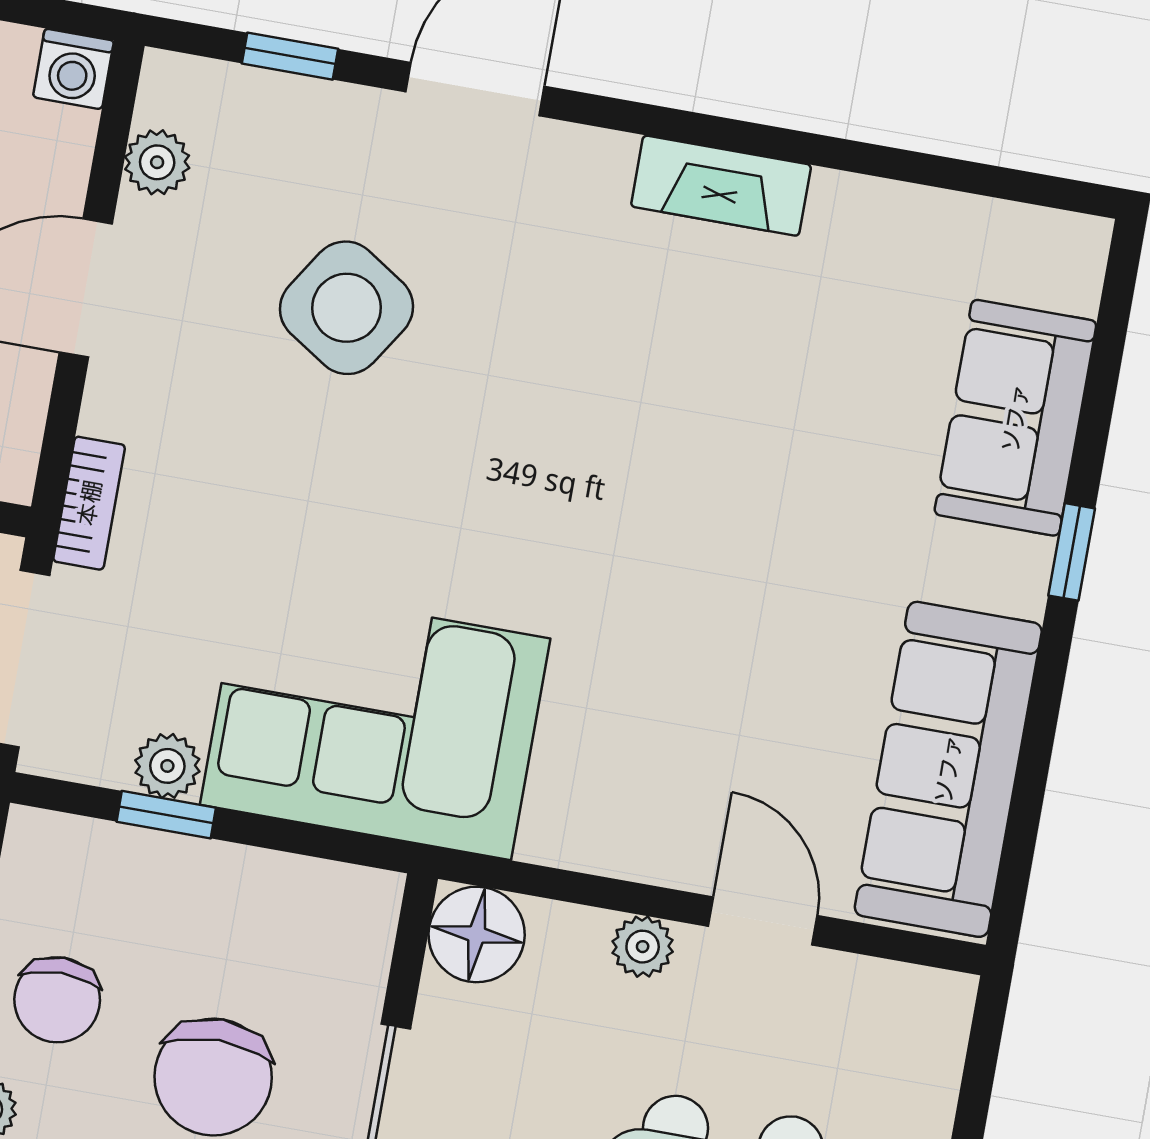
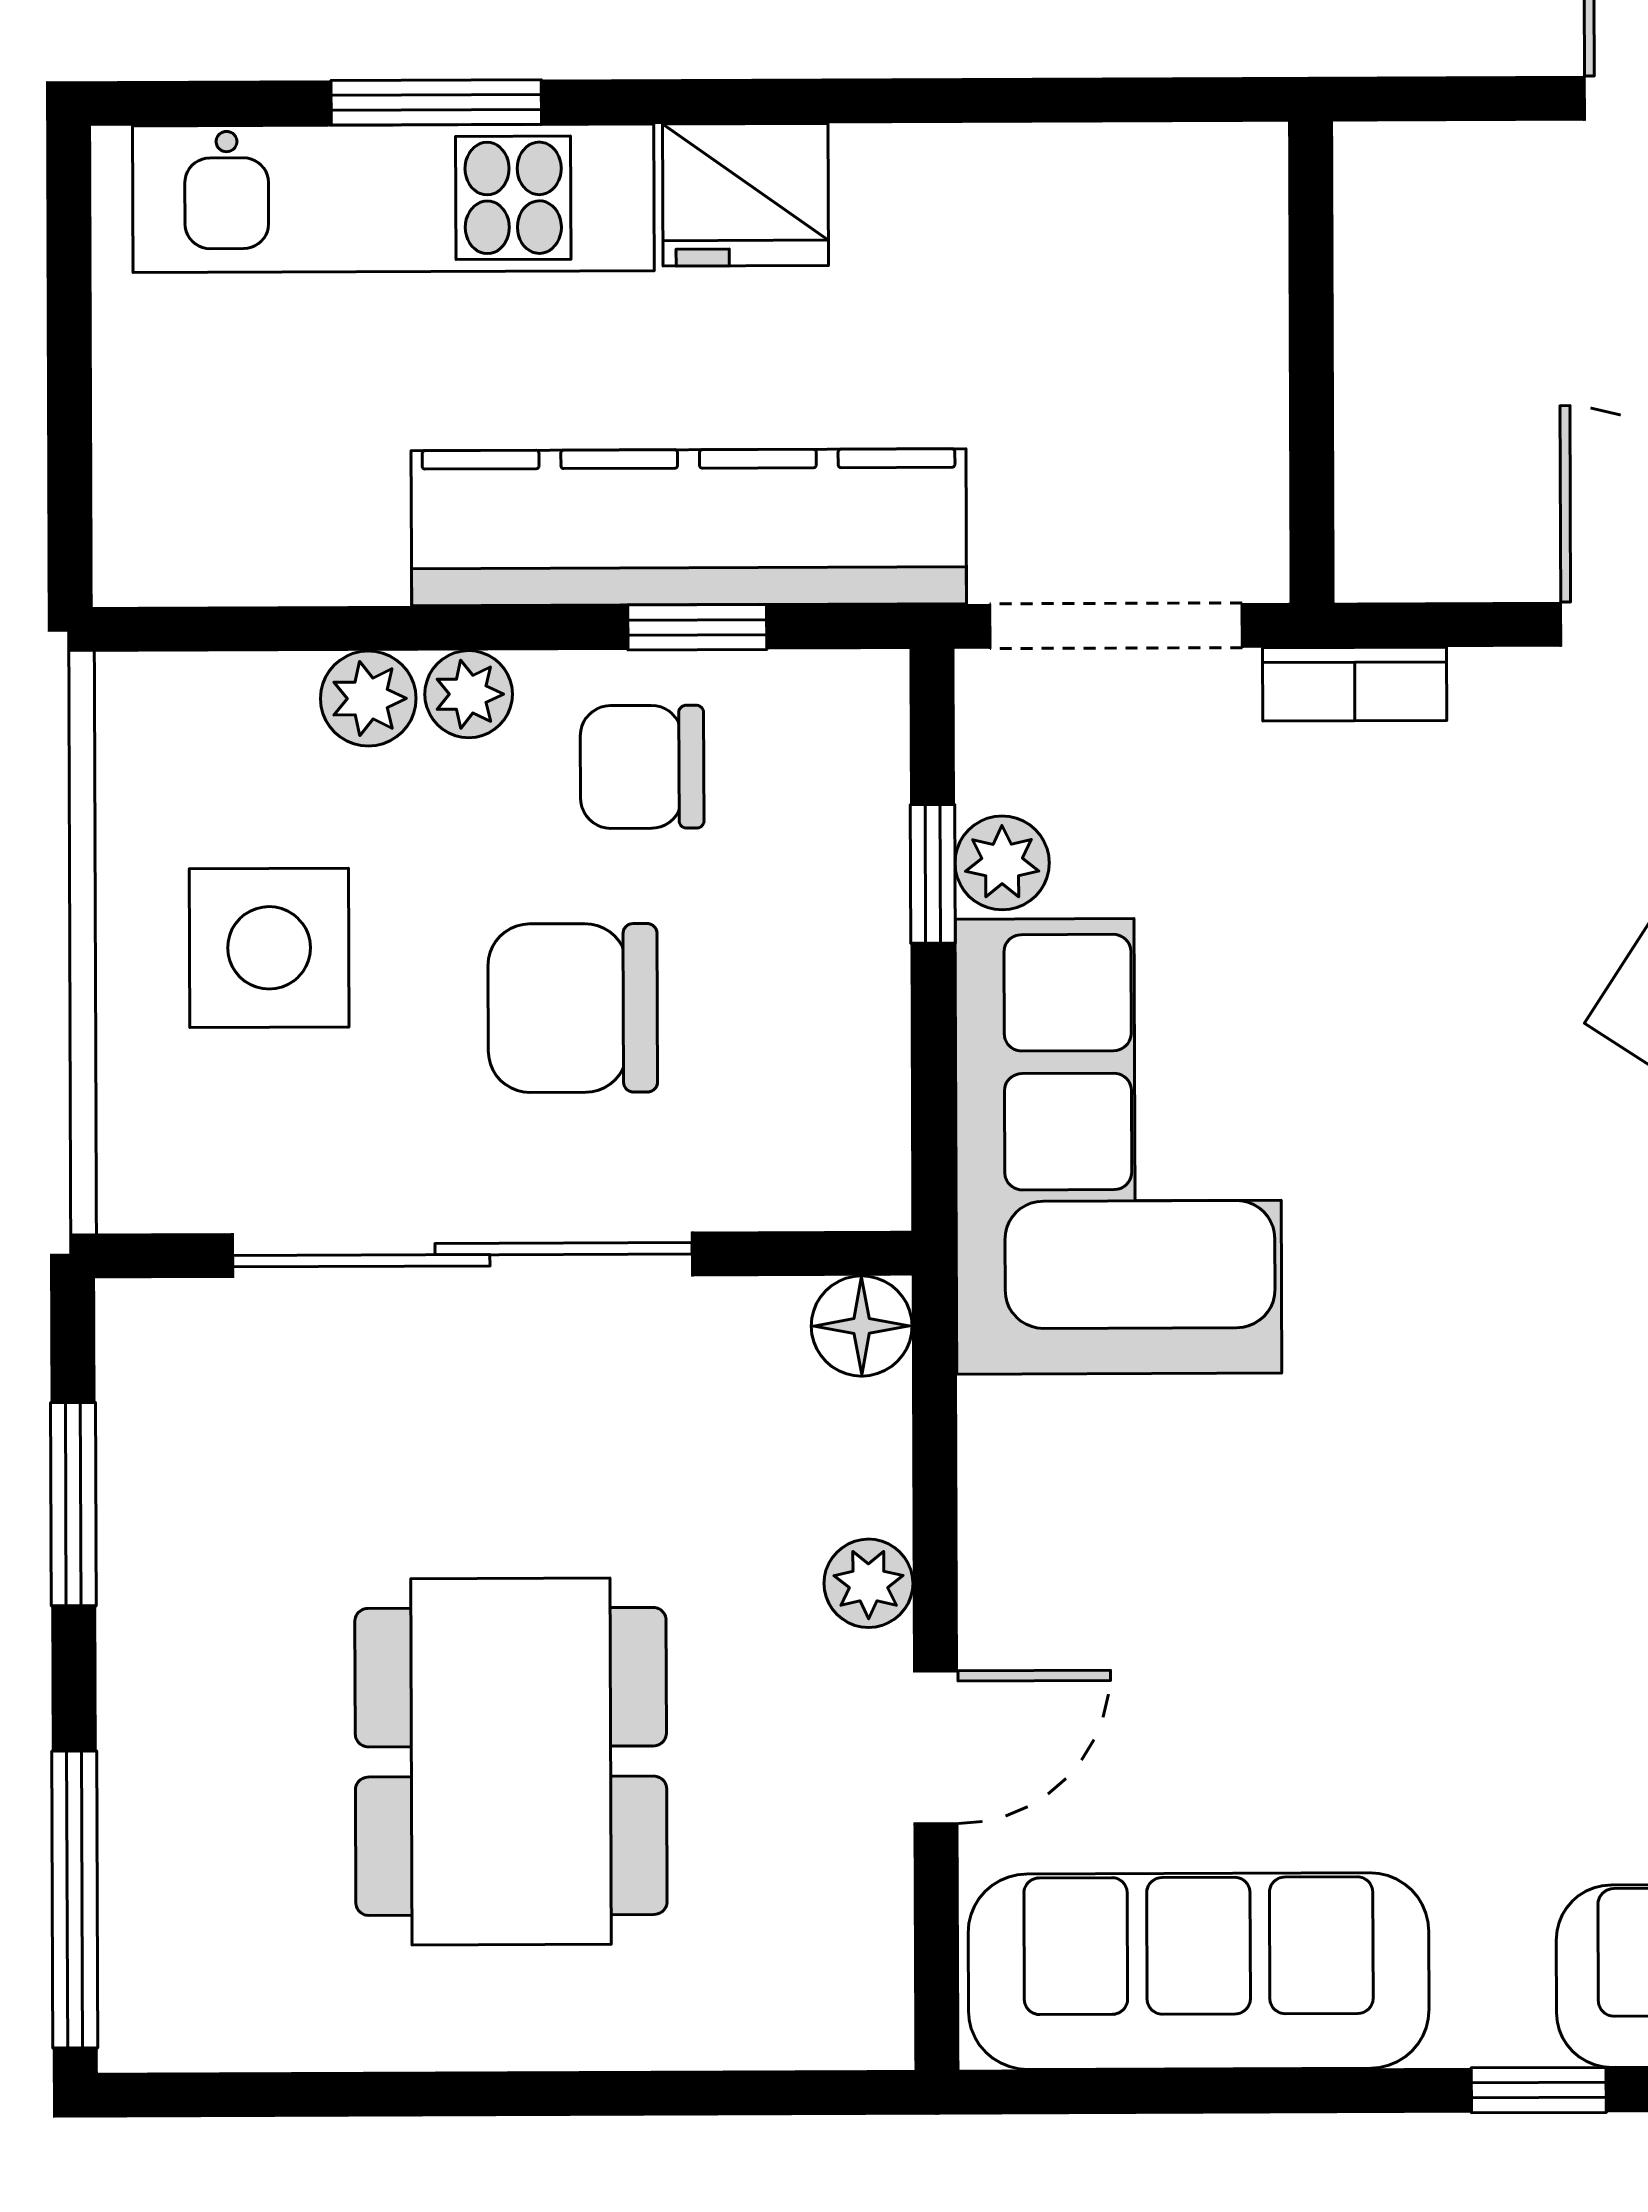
floor lamp: (477, 934) -> (862, 1326), width x0.73, depth x0.73

